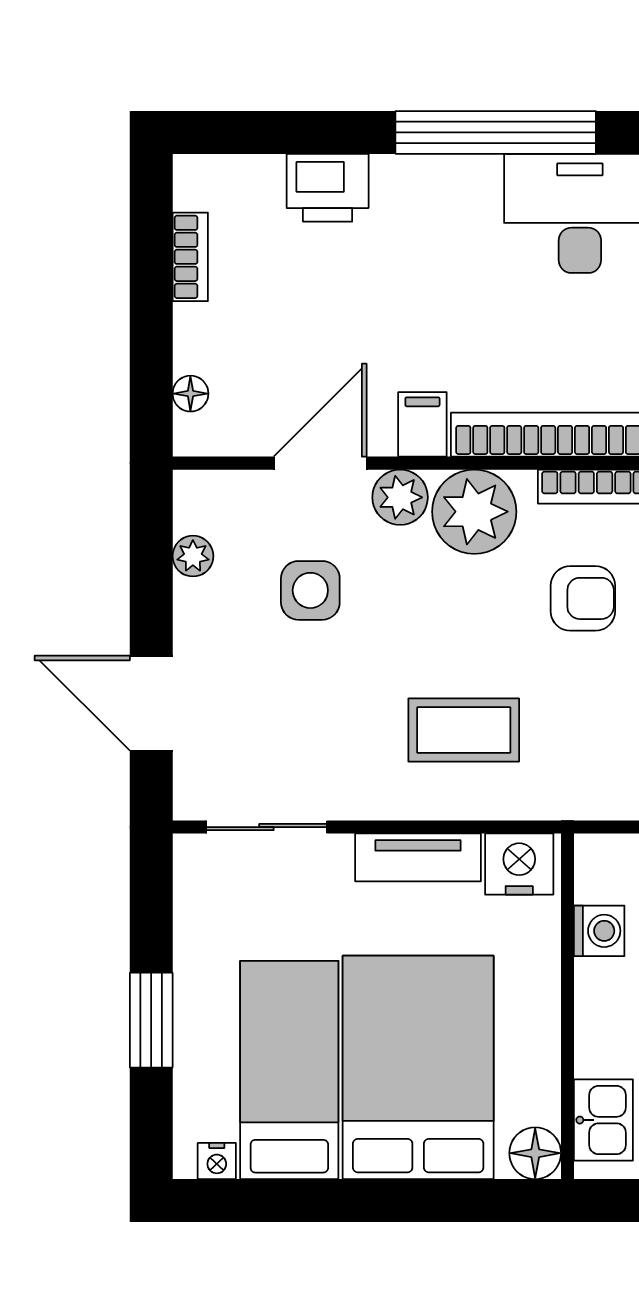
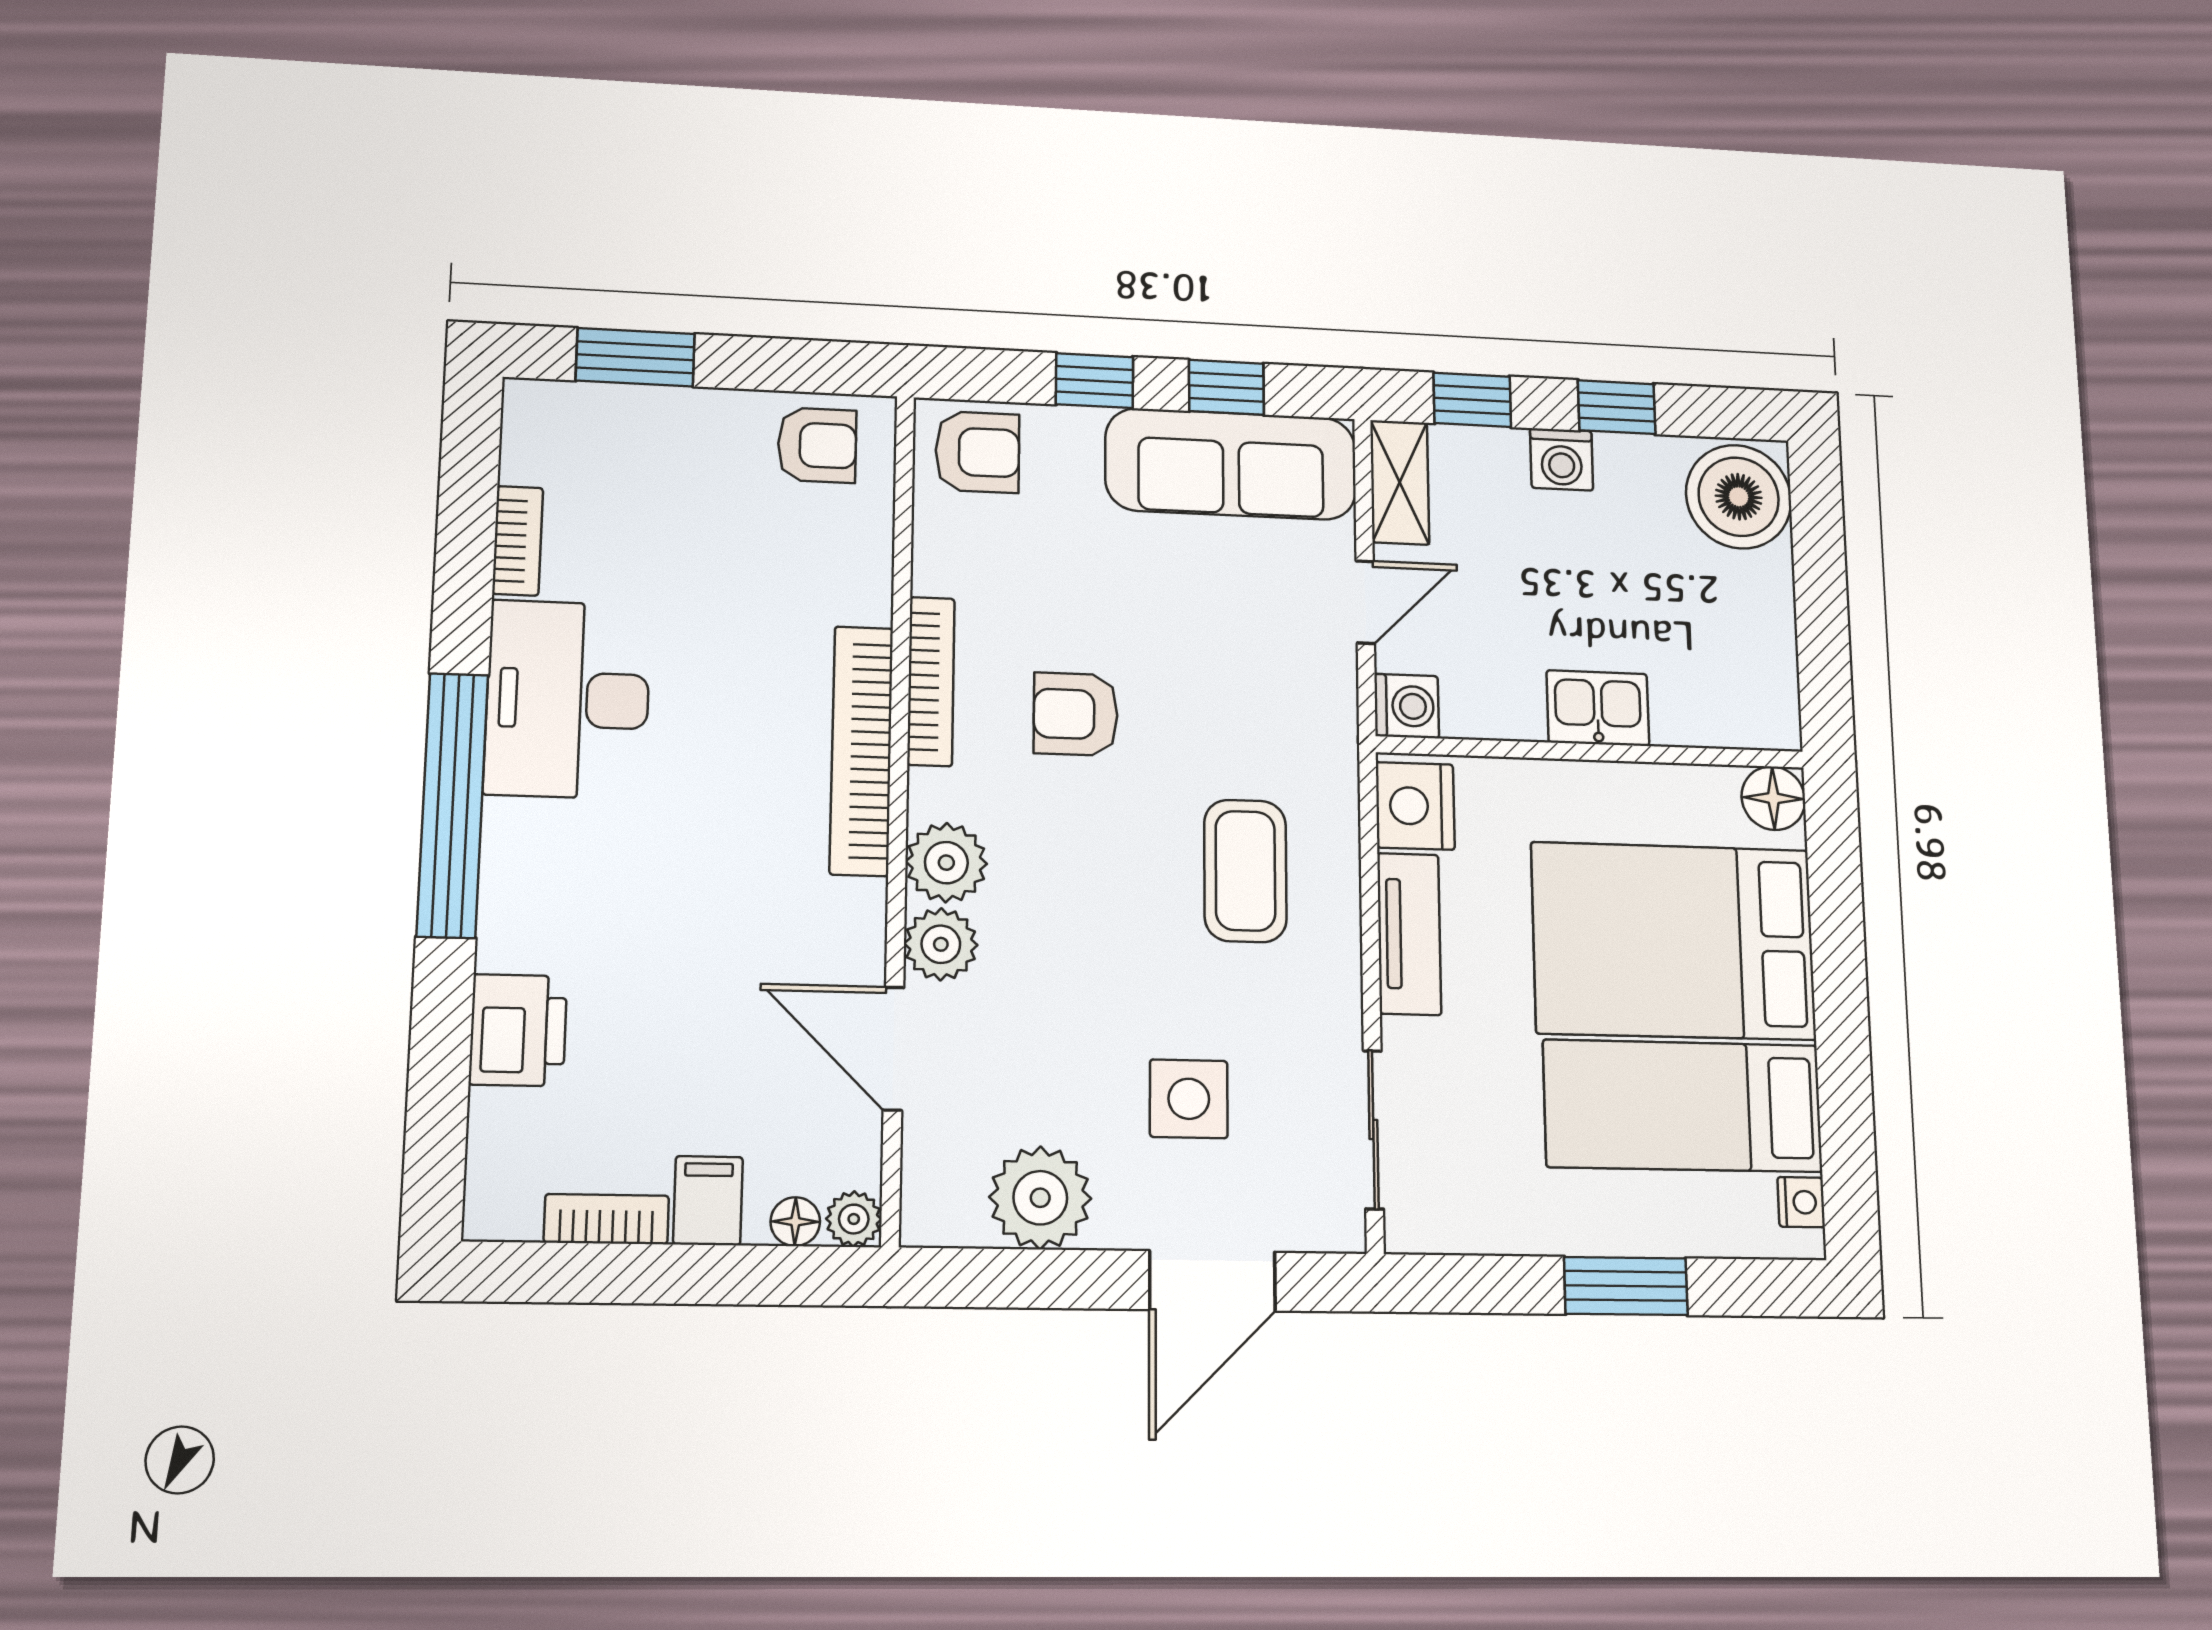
filing cabinet: (422, 424) -> (708, 1201), moved, turned 90
plant: (193, 436) -> (854, 1219), added
plant: (474, 512) -> (946, 863), width x0.73, depth x0.73
plant: (193, 556) -> (1040, 1198), width x1.87, depth x1.87
side table: (310, 590) -> (1189, 1099), moved
armchair: (583, 598) -> (1076, 714), turned -90
washing machine: (599, 931) -> (1407, 706), moved, turned 90
kitchen sink: (603, 1120) -> (1598, 708), moved

